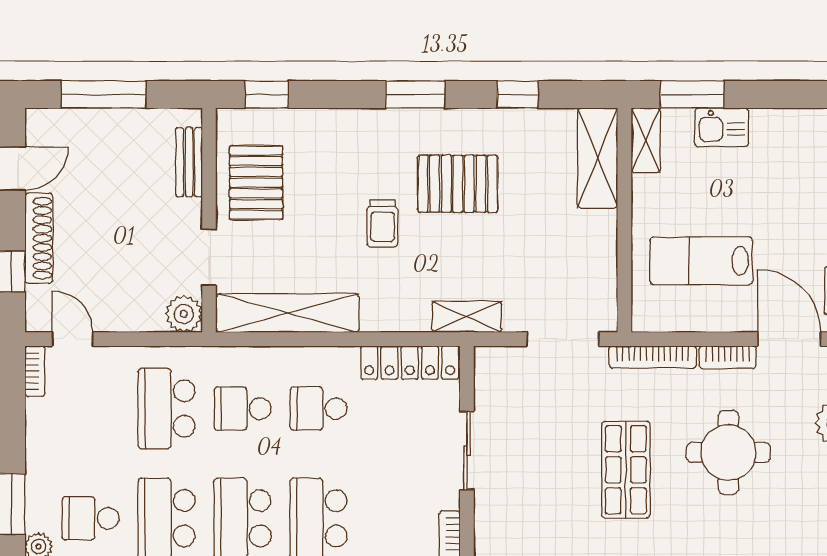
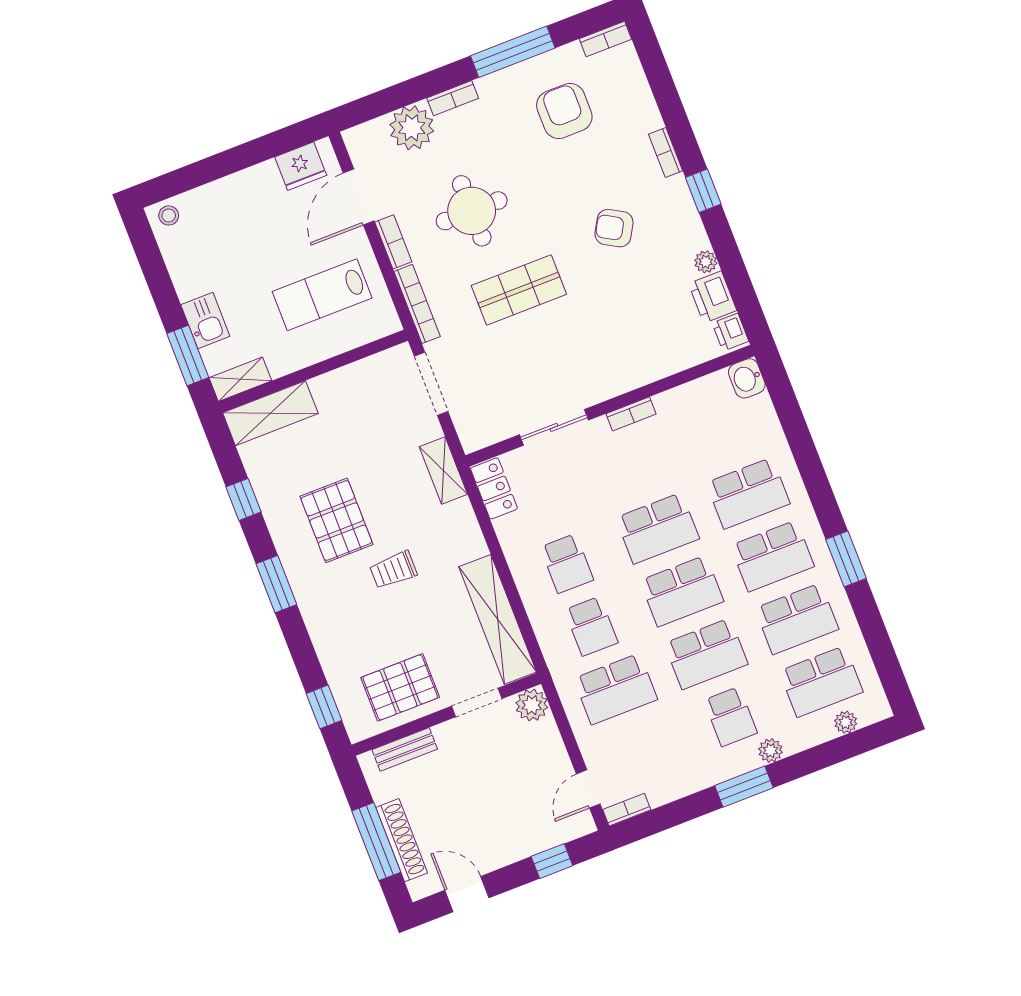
trolley: (383, 223) -> (393, 570), turned 180
shoe rack: (39, 238) -> (402, 840), moved, turned 90
lab bench: (701, 261) -> (322, 295), turned 90
locker: (410, 363) -> (494, 488), width x0.66

